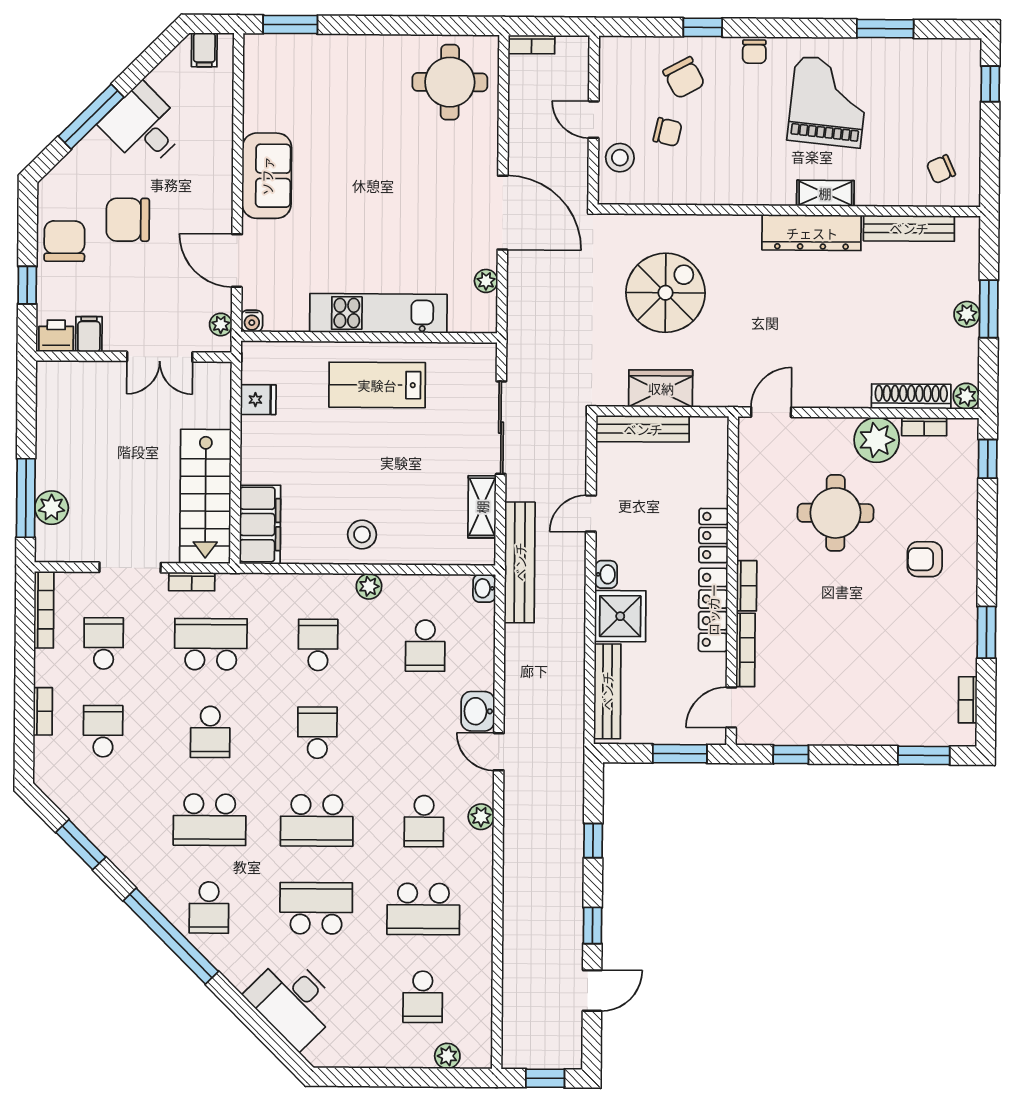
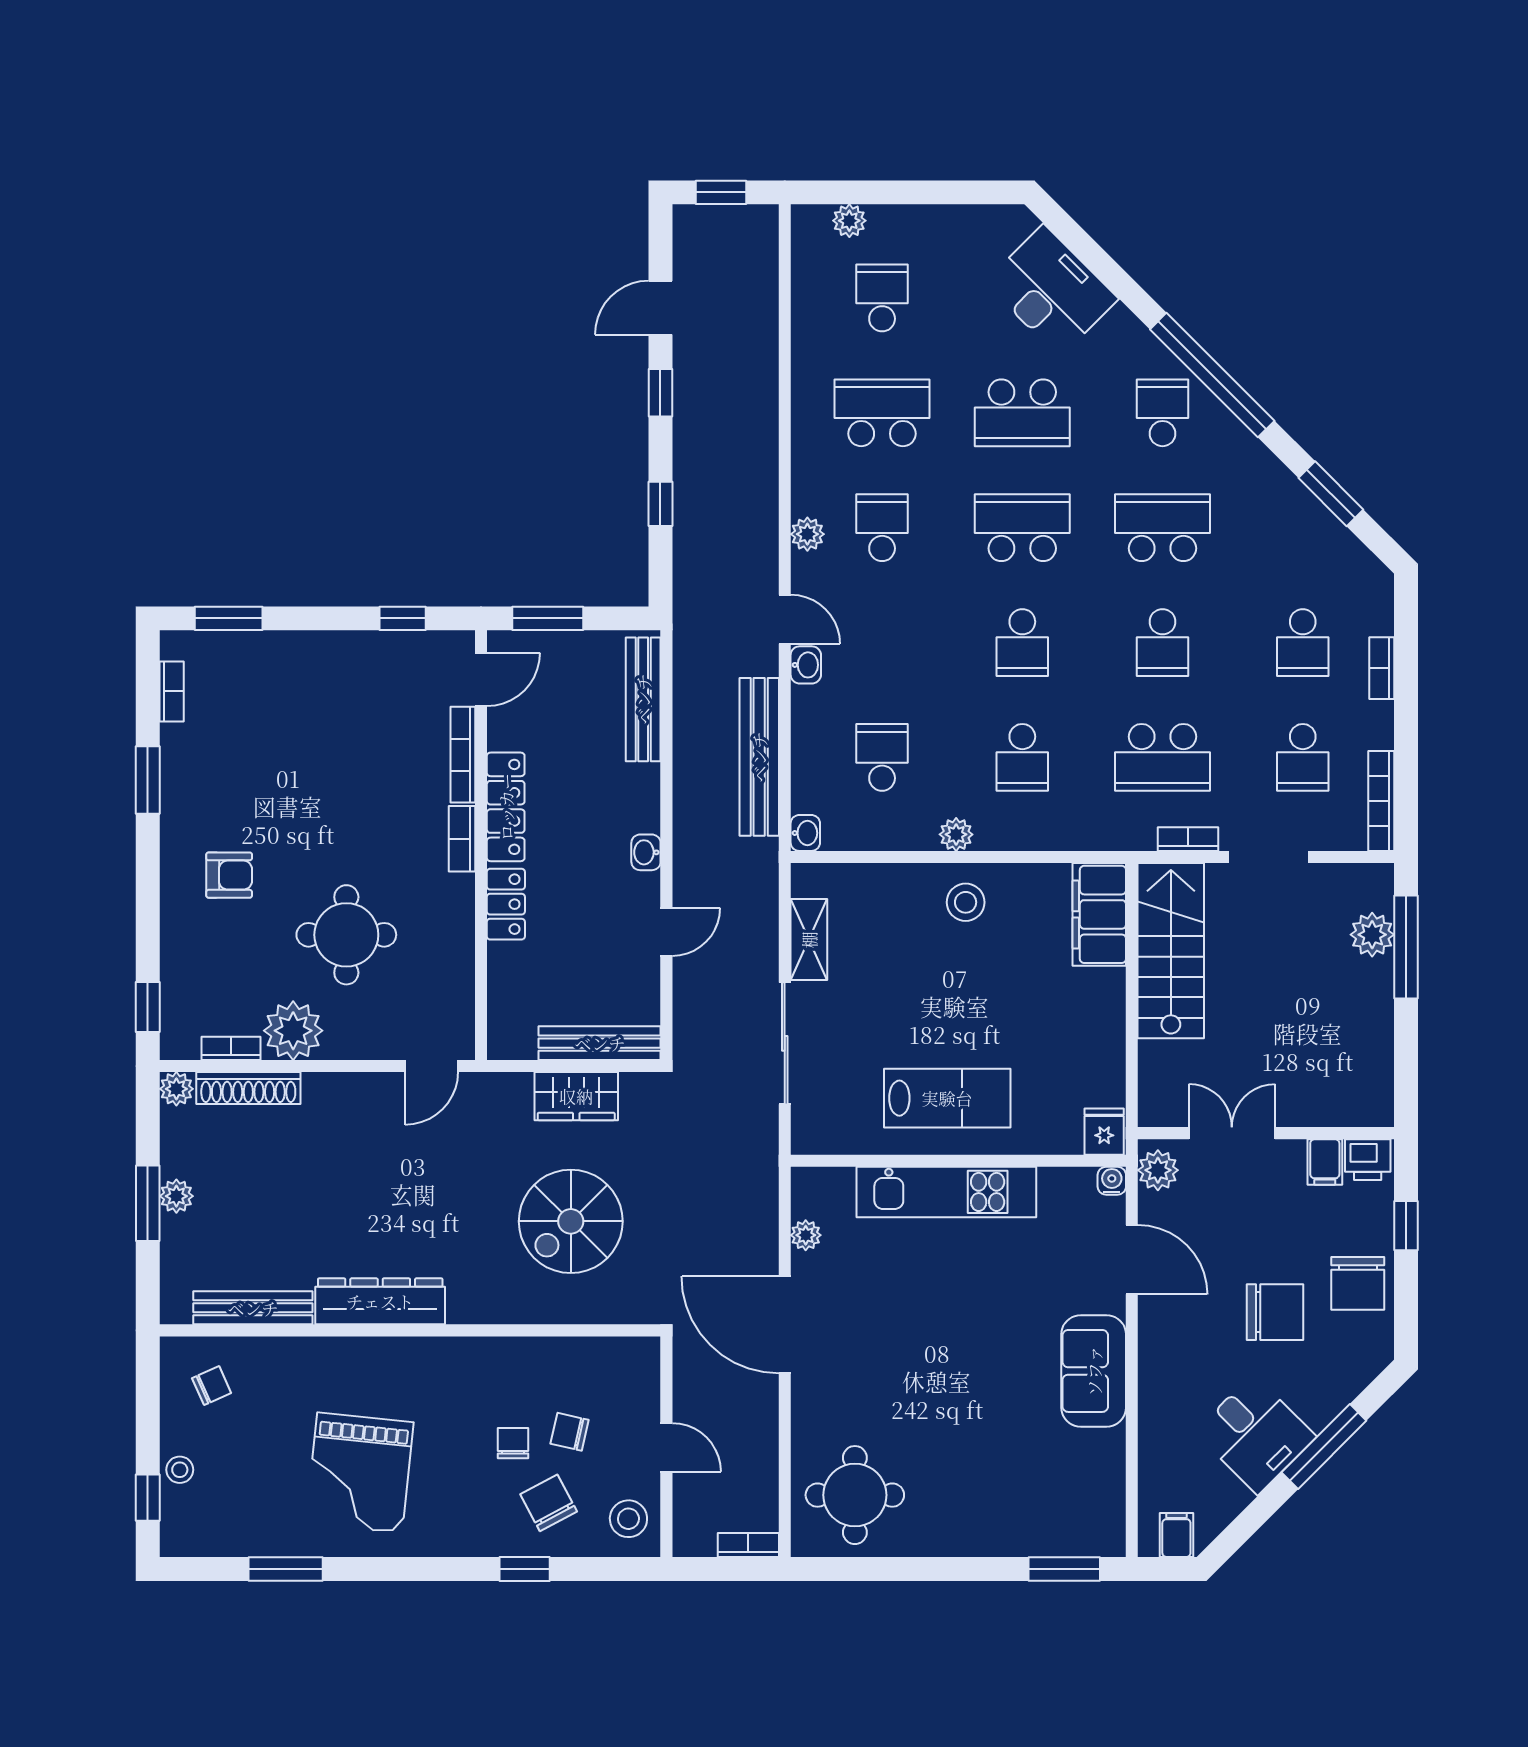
chair: (754, 52) -> (513, 1443), moved
stool: (966, 105) -> (180, 1470), added
stool: (620, 158) -> (628, 1519), moved
shelving: (825, 193) -> (362, 1353), removed
plant: (221, 325) -> (1158, 1170), width x1.38, depth x1.38
fridge: (258, 400) -> (1104, 1132), moved, turned 90
bench: (520, 562) -> (759, 757), moved
shower: (620, 616) -> (627, 798), removed
washbasin: (478, 711) -> (806, 665), width x0.72, depth x0.69
school desk: (210, 732) -> (1163, 643), turned 180

